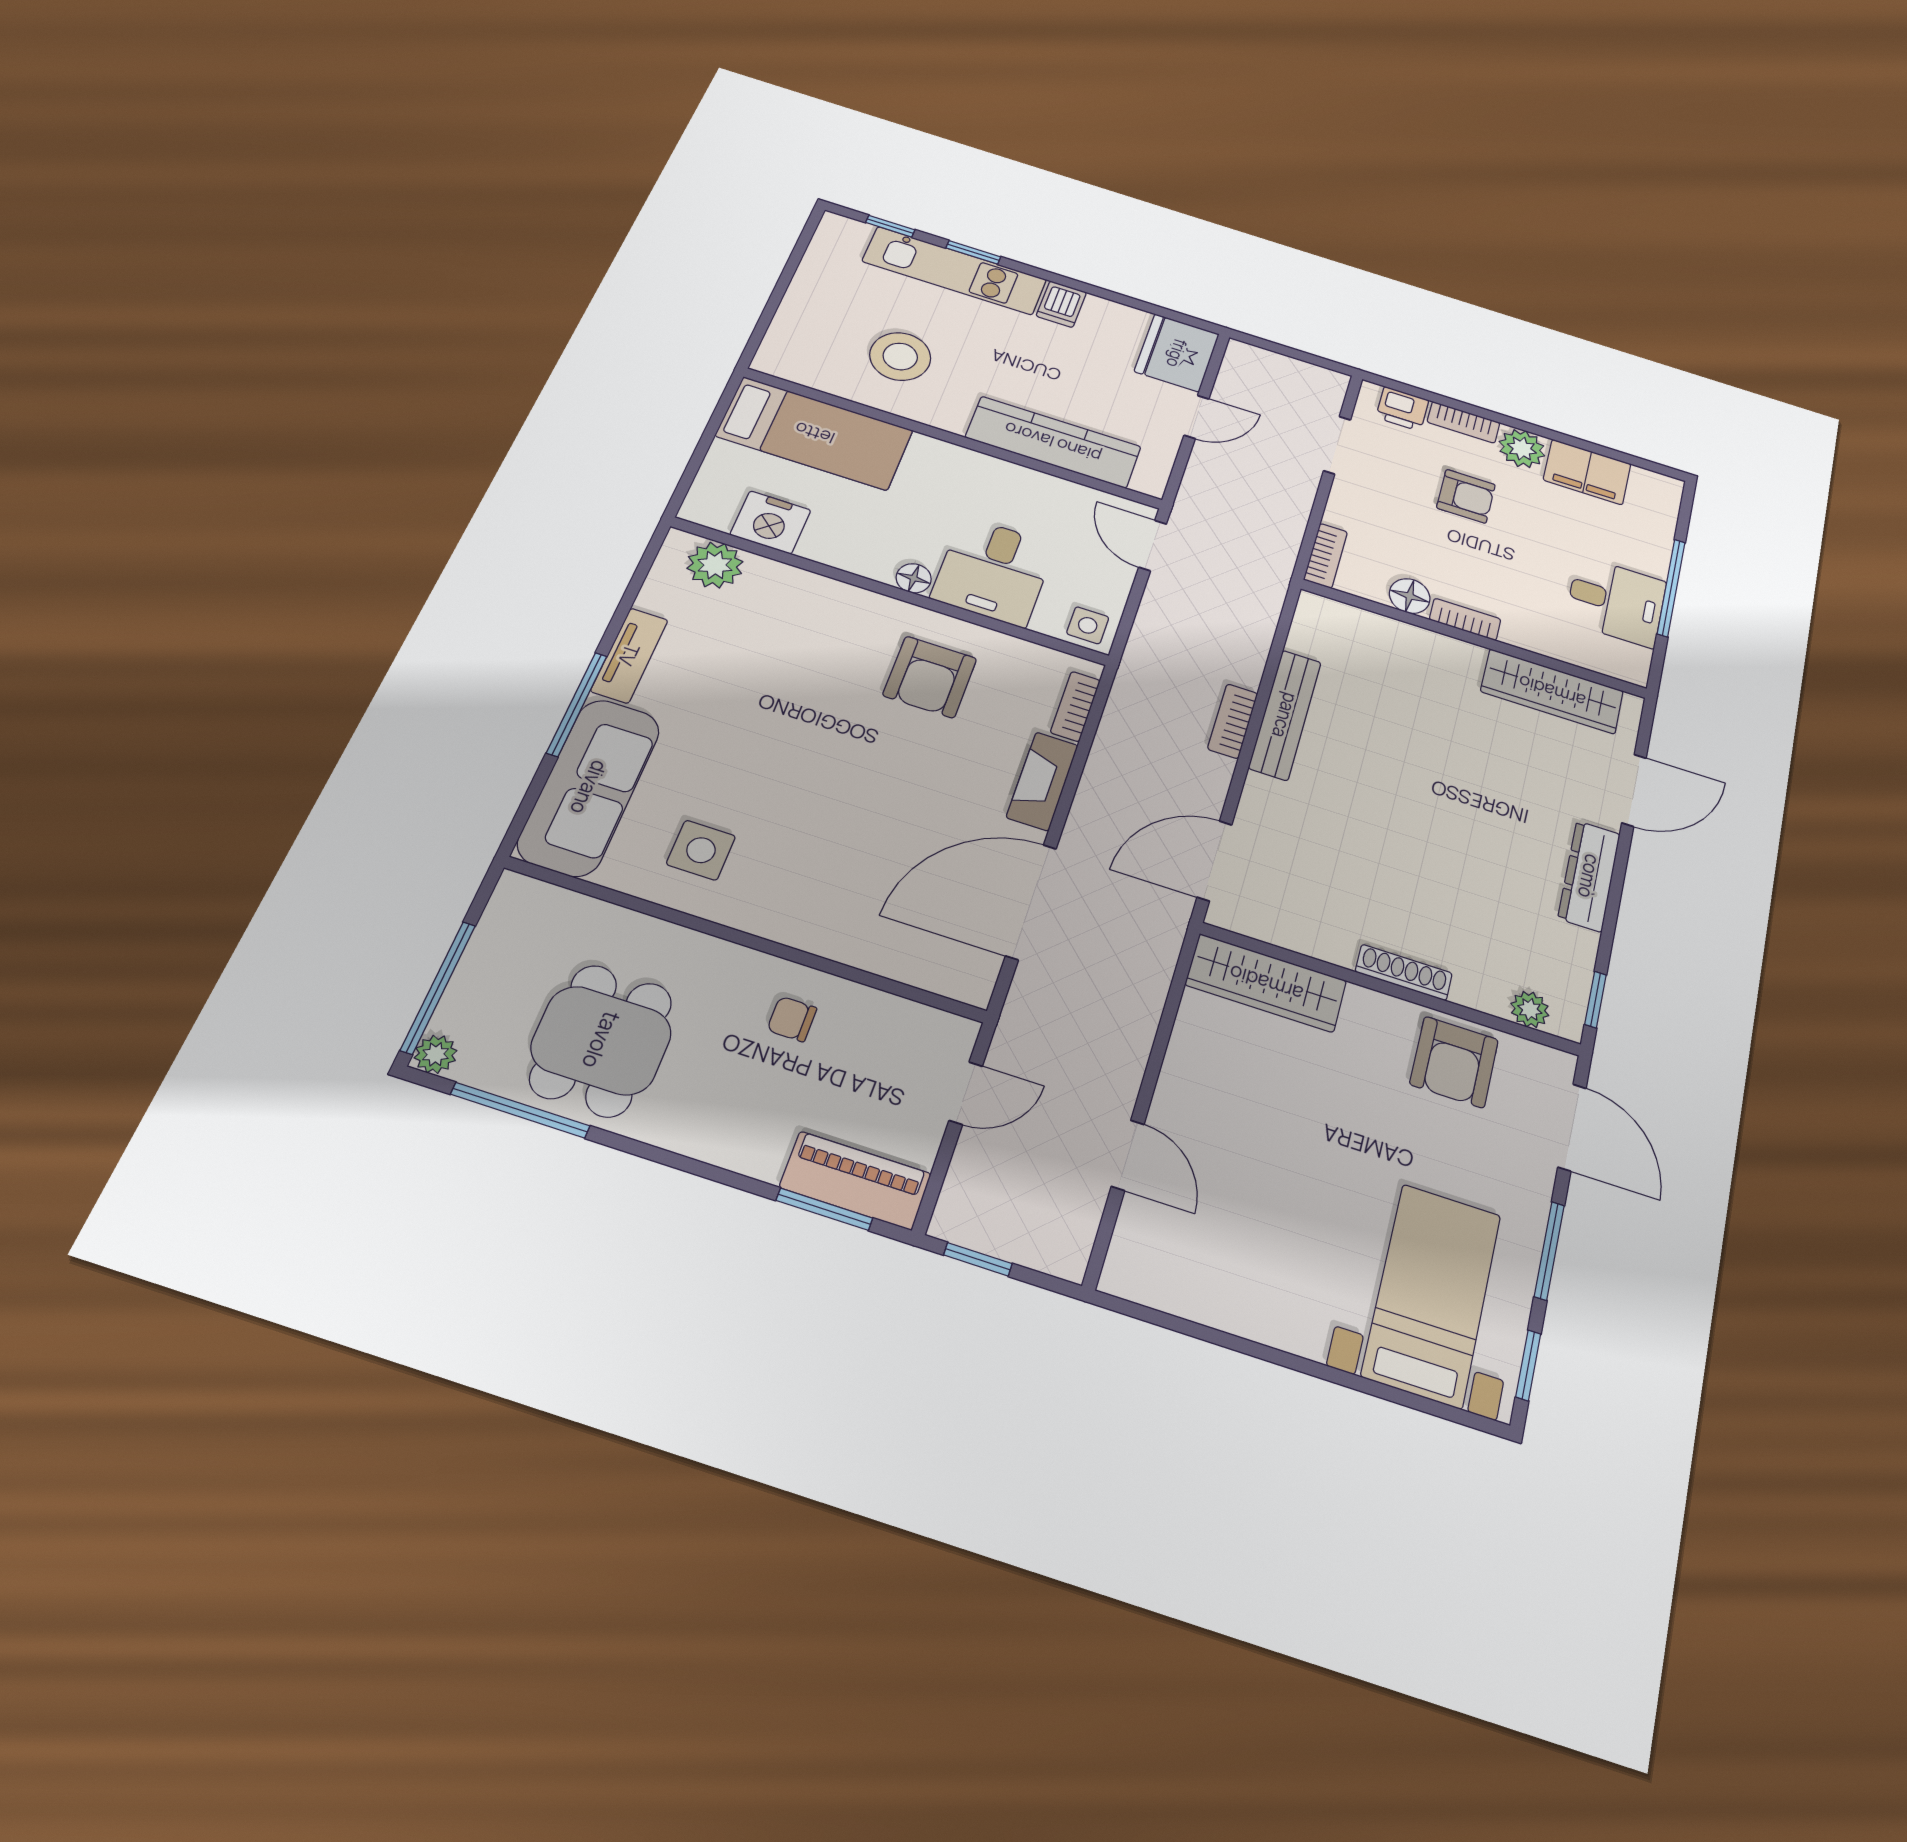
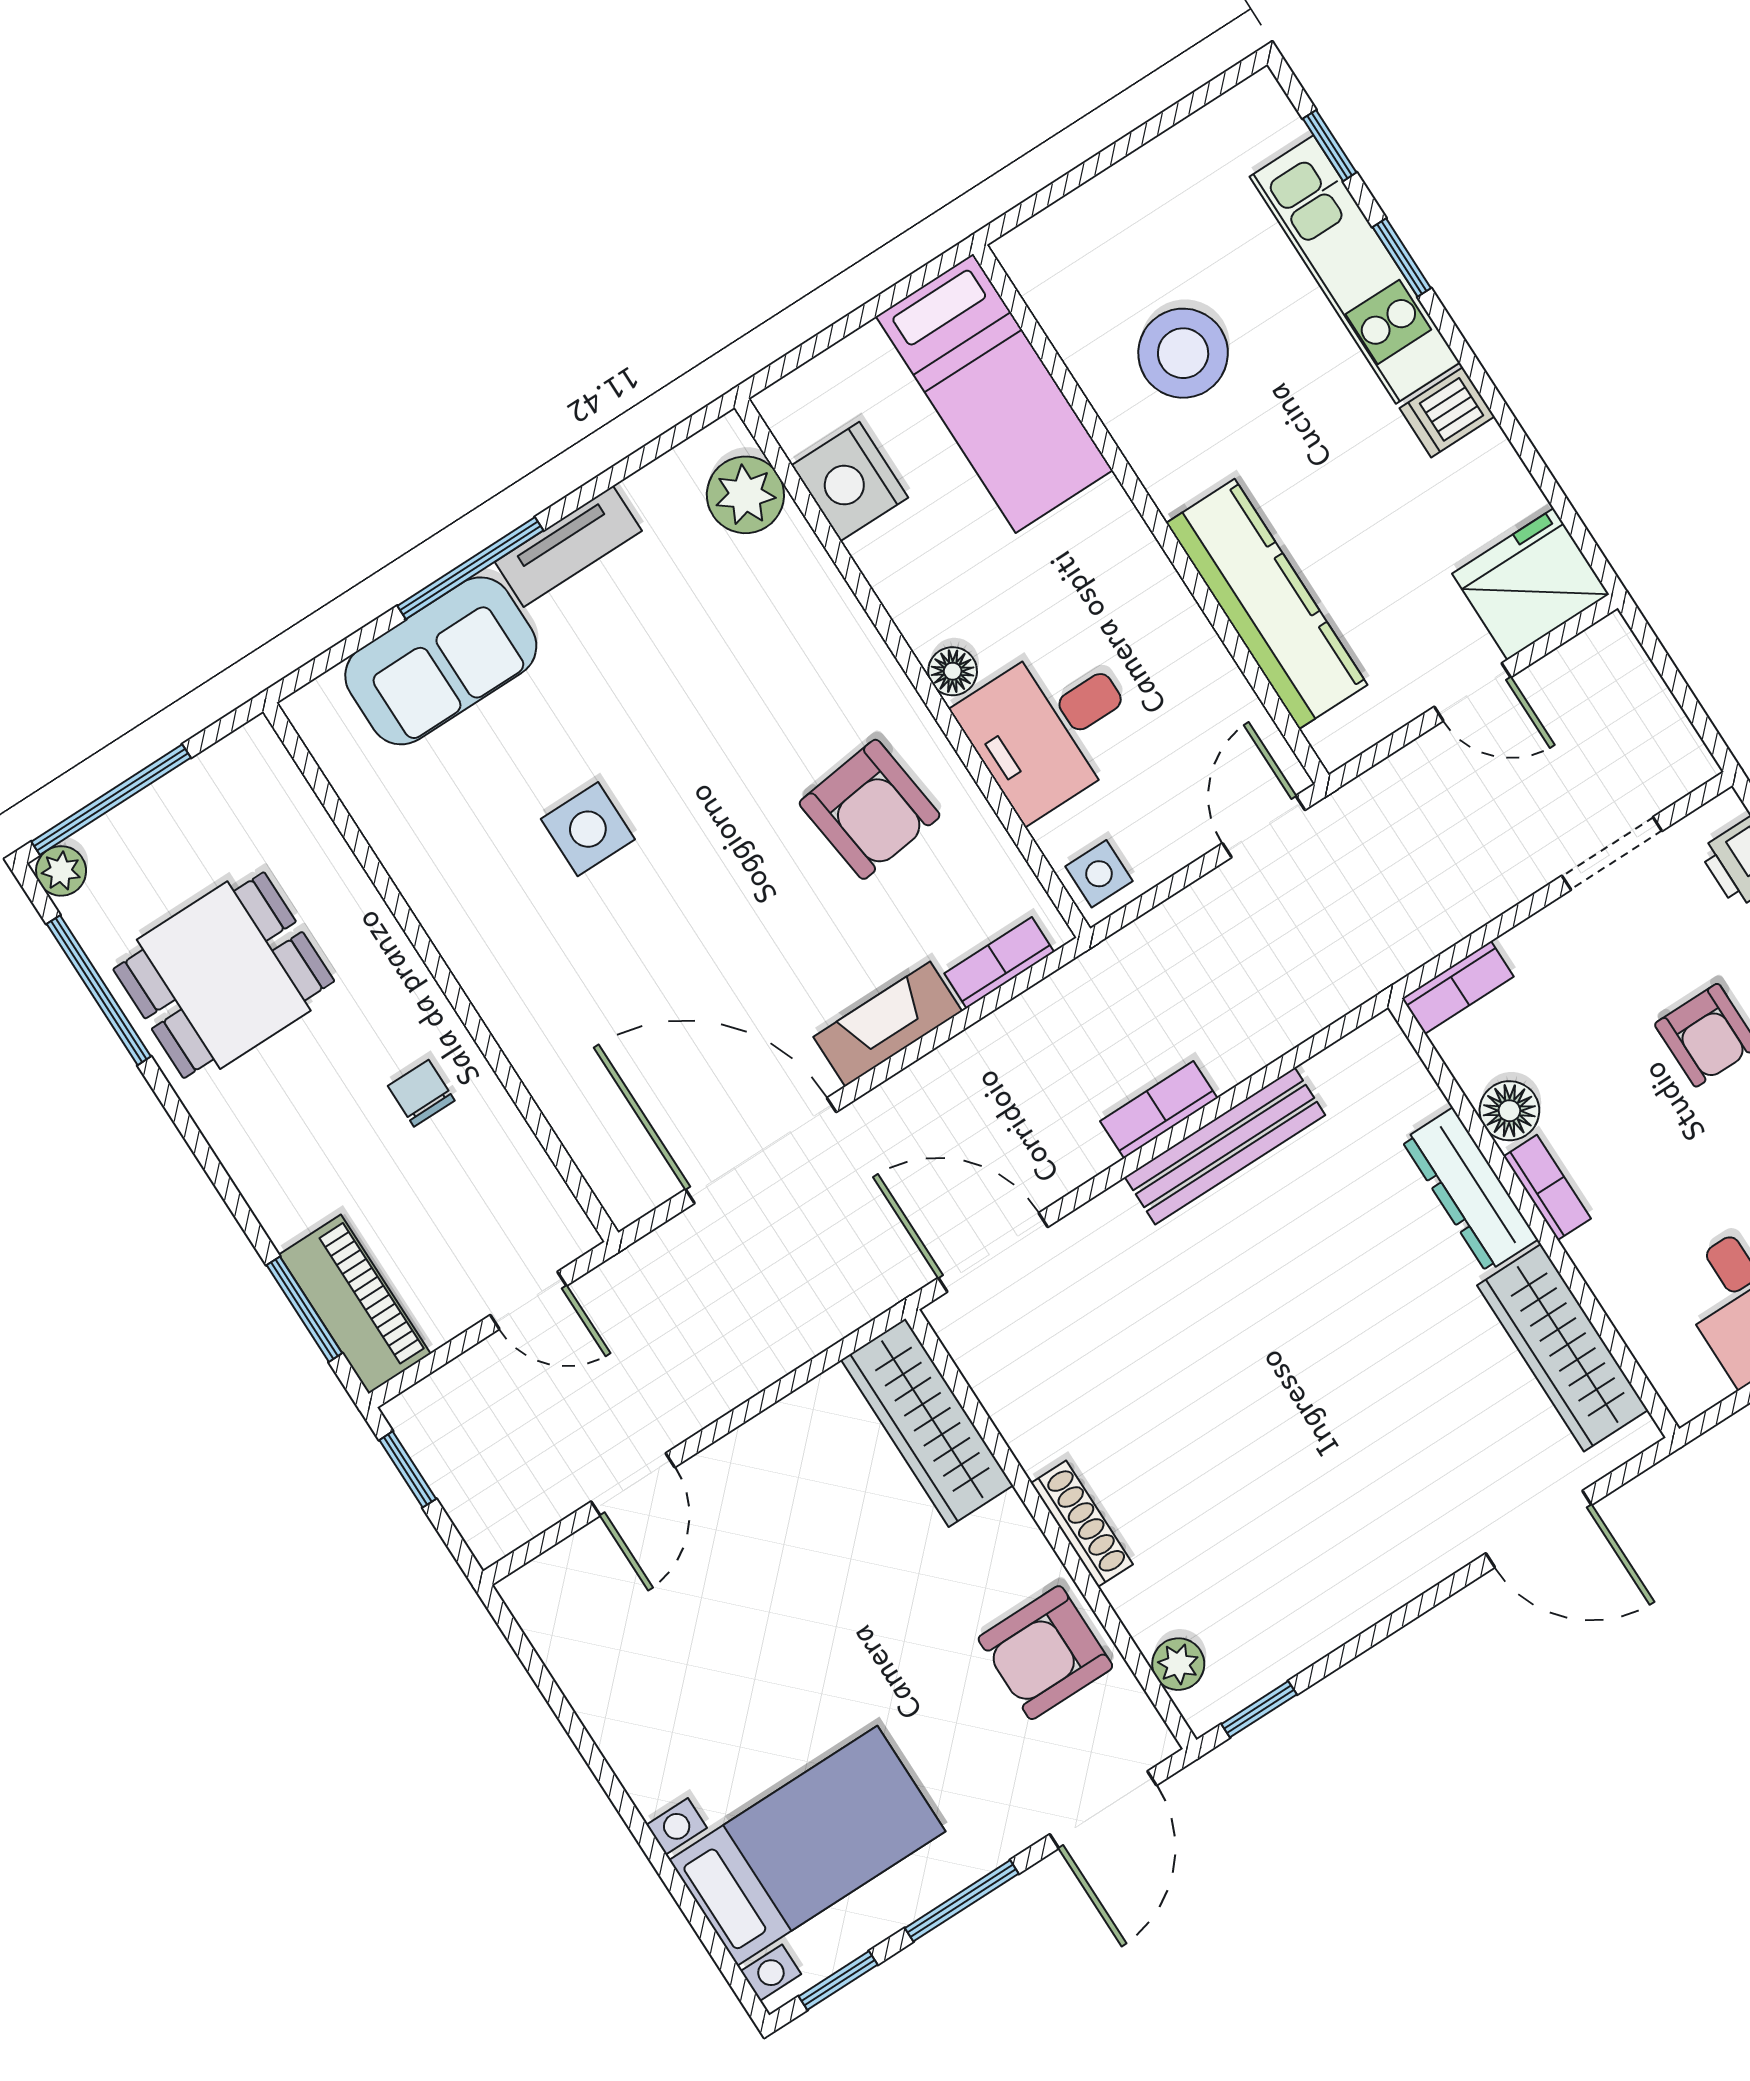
armchair: (930, 677) -> (870, 809), turned -97
sofa: (589, 787) -> (441, 661), width x0.73
side table: (701, 850) -> (588, 829), moved
dresser: (1589, 876) -> (1470, 1190), moved, turned -90

